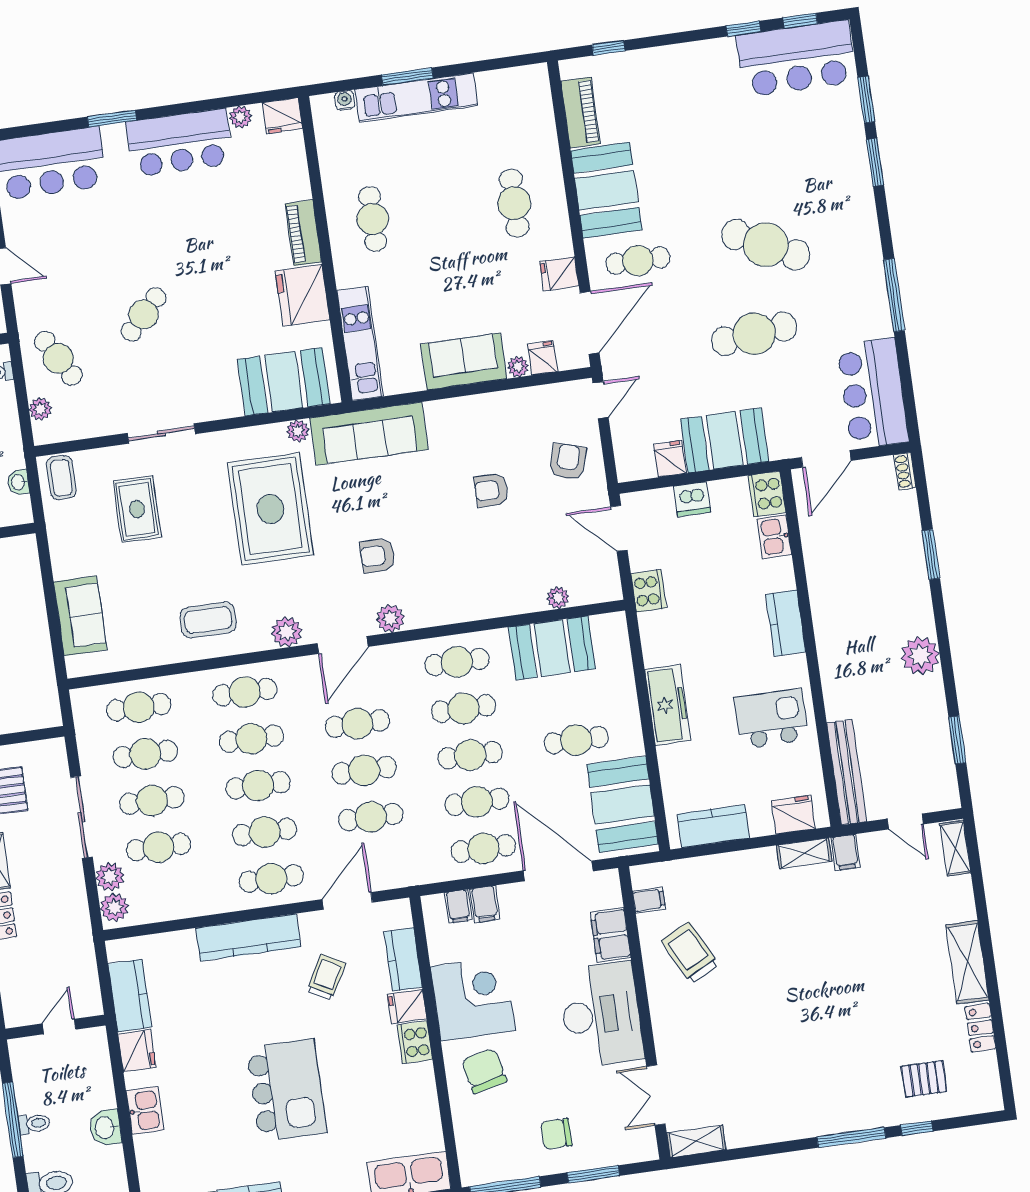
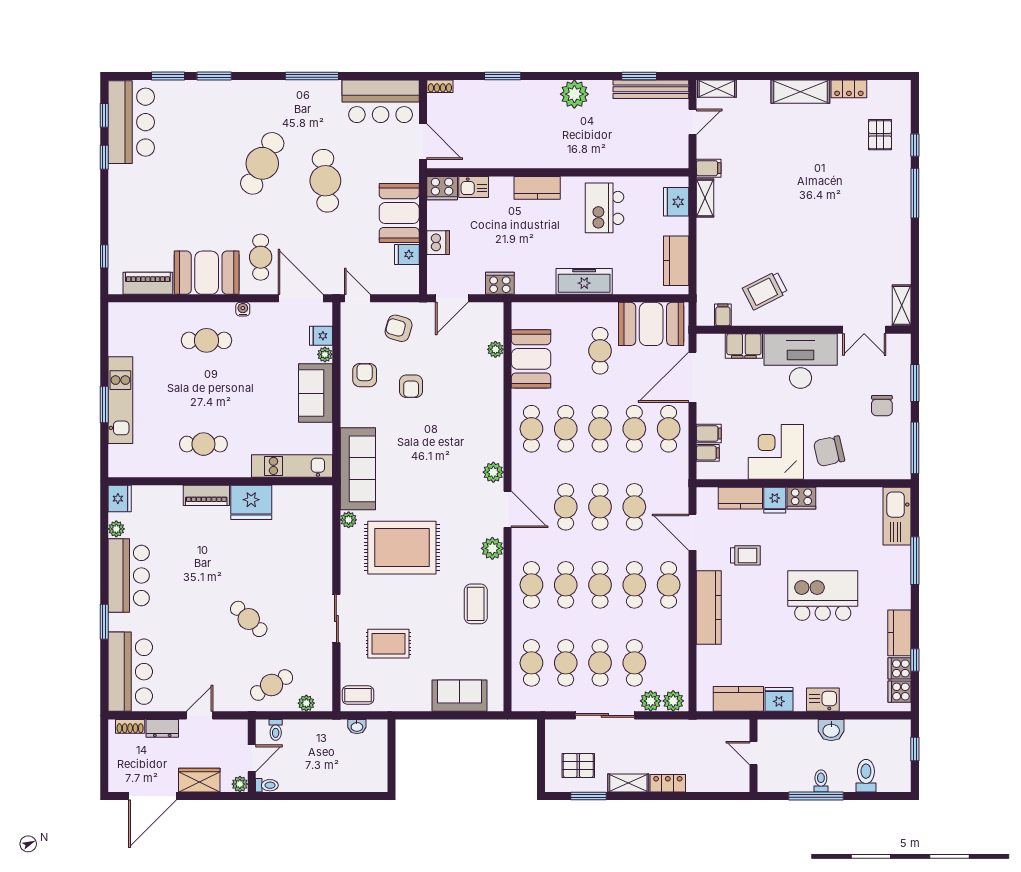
water cooler: (345, 100) -> (243, 309), moved, turned 90
fridge: (559, 274) -> (262, 315), removed
booth: (284, 382) -> (312, 525), removed
armchair: (378, 556) -> (365, 375), moved, turned 180
bench: (847, 772) -> (651, 89), moved
trolley: (326, 977) -> (745, 555), turned 151

